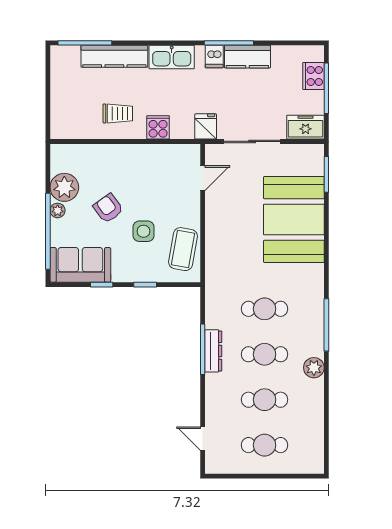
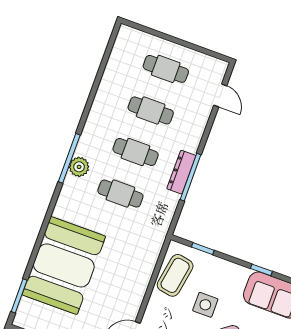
window: (145, 285) -> (203, 249), moved
plant: (314, 368) -> (79, 167), moved

